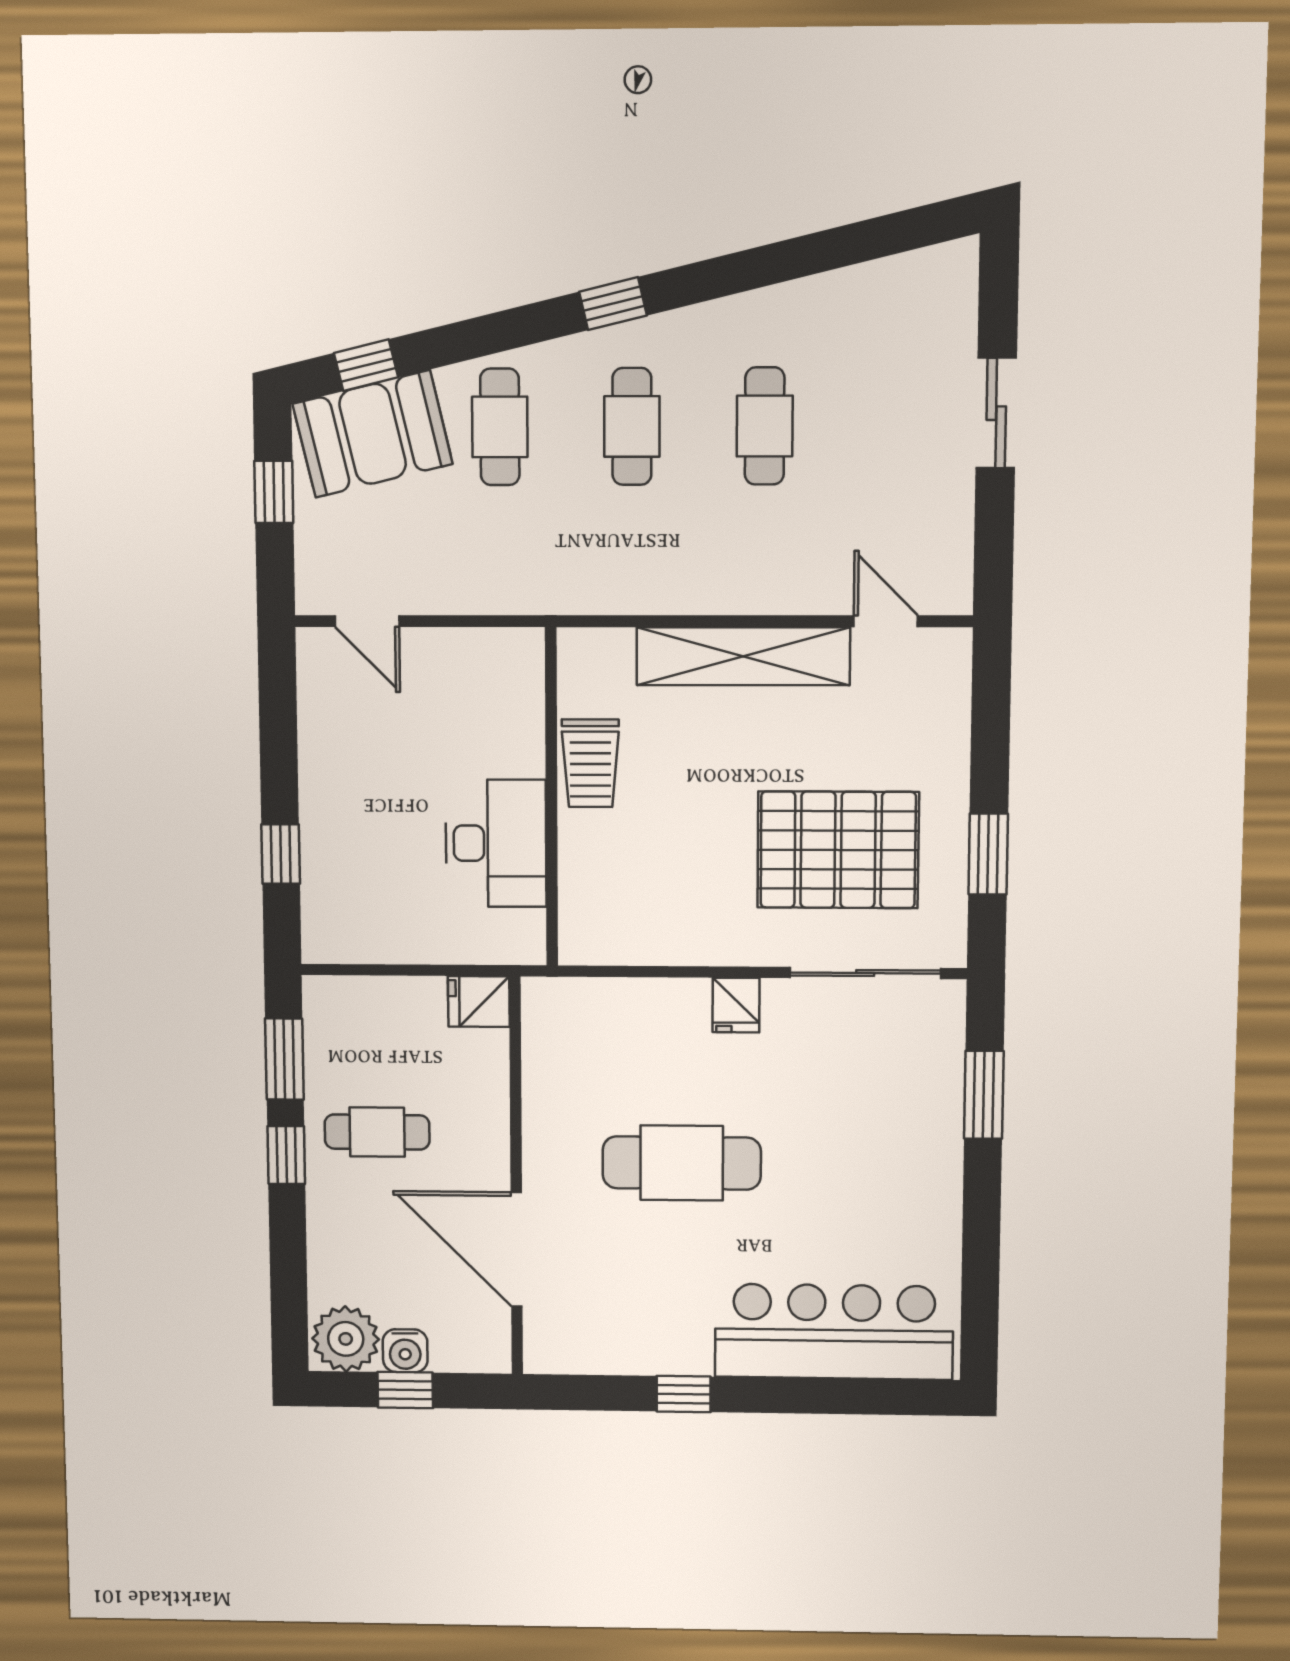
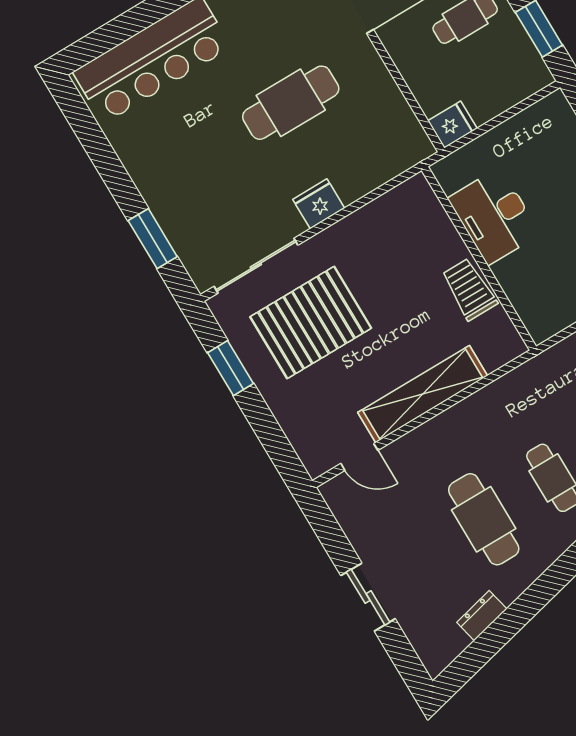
dresser: (851, 287) -> (482, 616), added
cafe table: (765, 426) -> (484, 519), width x1.37, depth x1.35
fridge: (736, 1005) -> (319, 204), width x1.38

